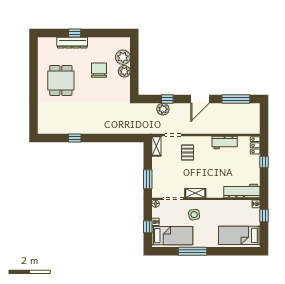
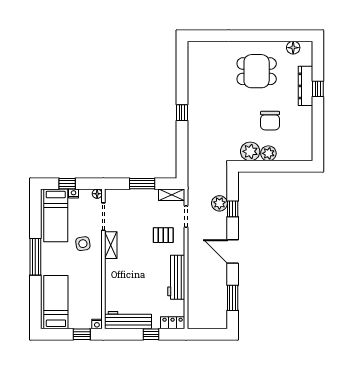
floor lamp: (43, 52) -> (293, 48), added
plant: (123, 57) -> (250, 151), moved
chair: (99, 70) -> (270, 121), turned 90
window: (236, 99) -> (233, 298), width x0.69
window: (75, 138) -> (182, 113), moved
workbench: (225, 142) -> (176, 277), width x1.37
window: (148, 179) -> (142, 184), moved
workbench: (242, 191) -> (128, 320), moved, turned -90
window: (192, 251) -> (35, 257), moved

